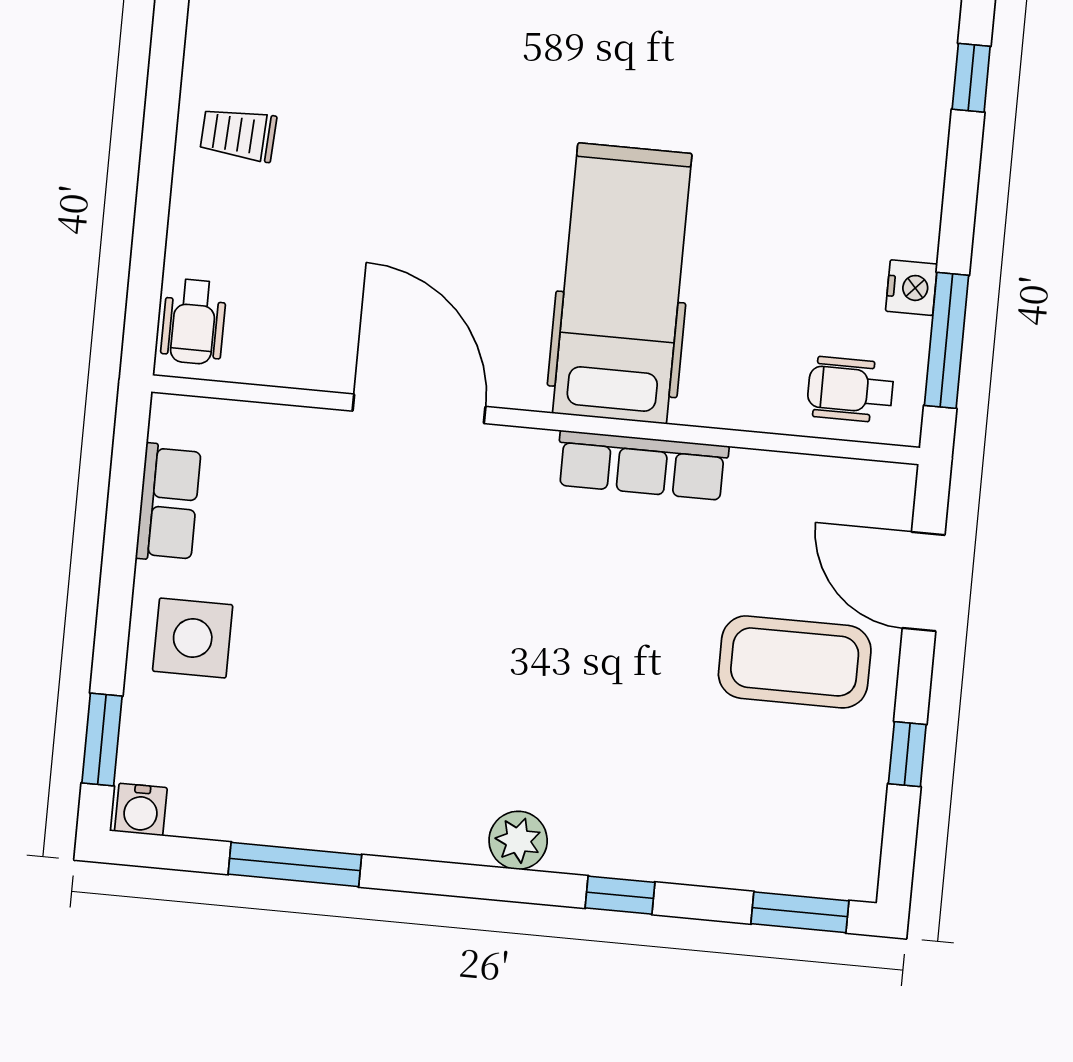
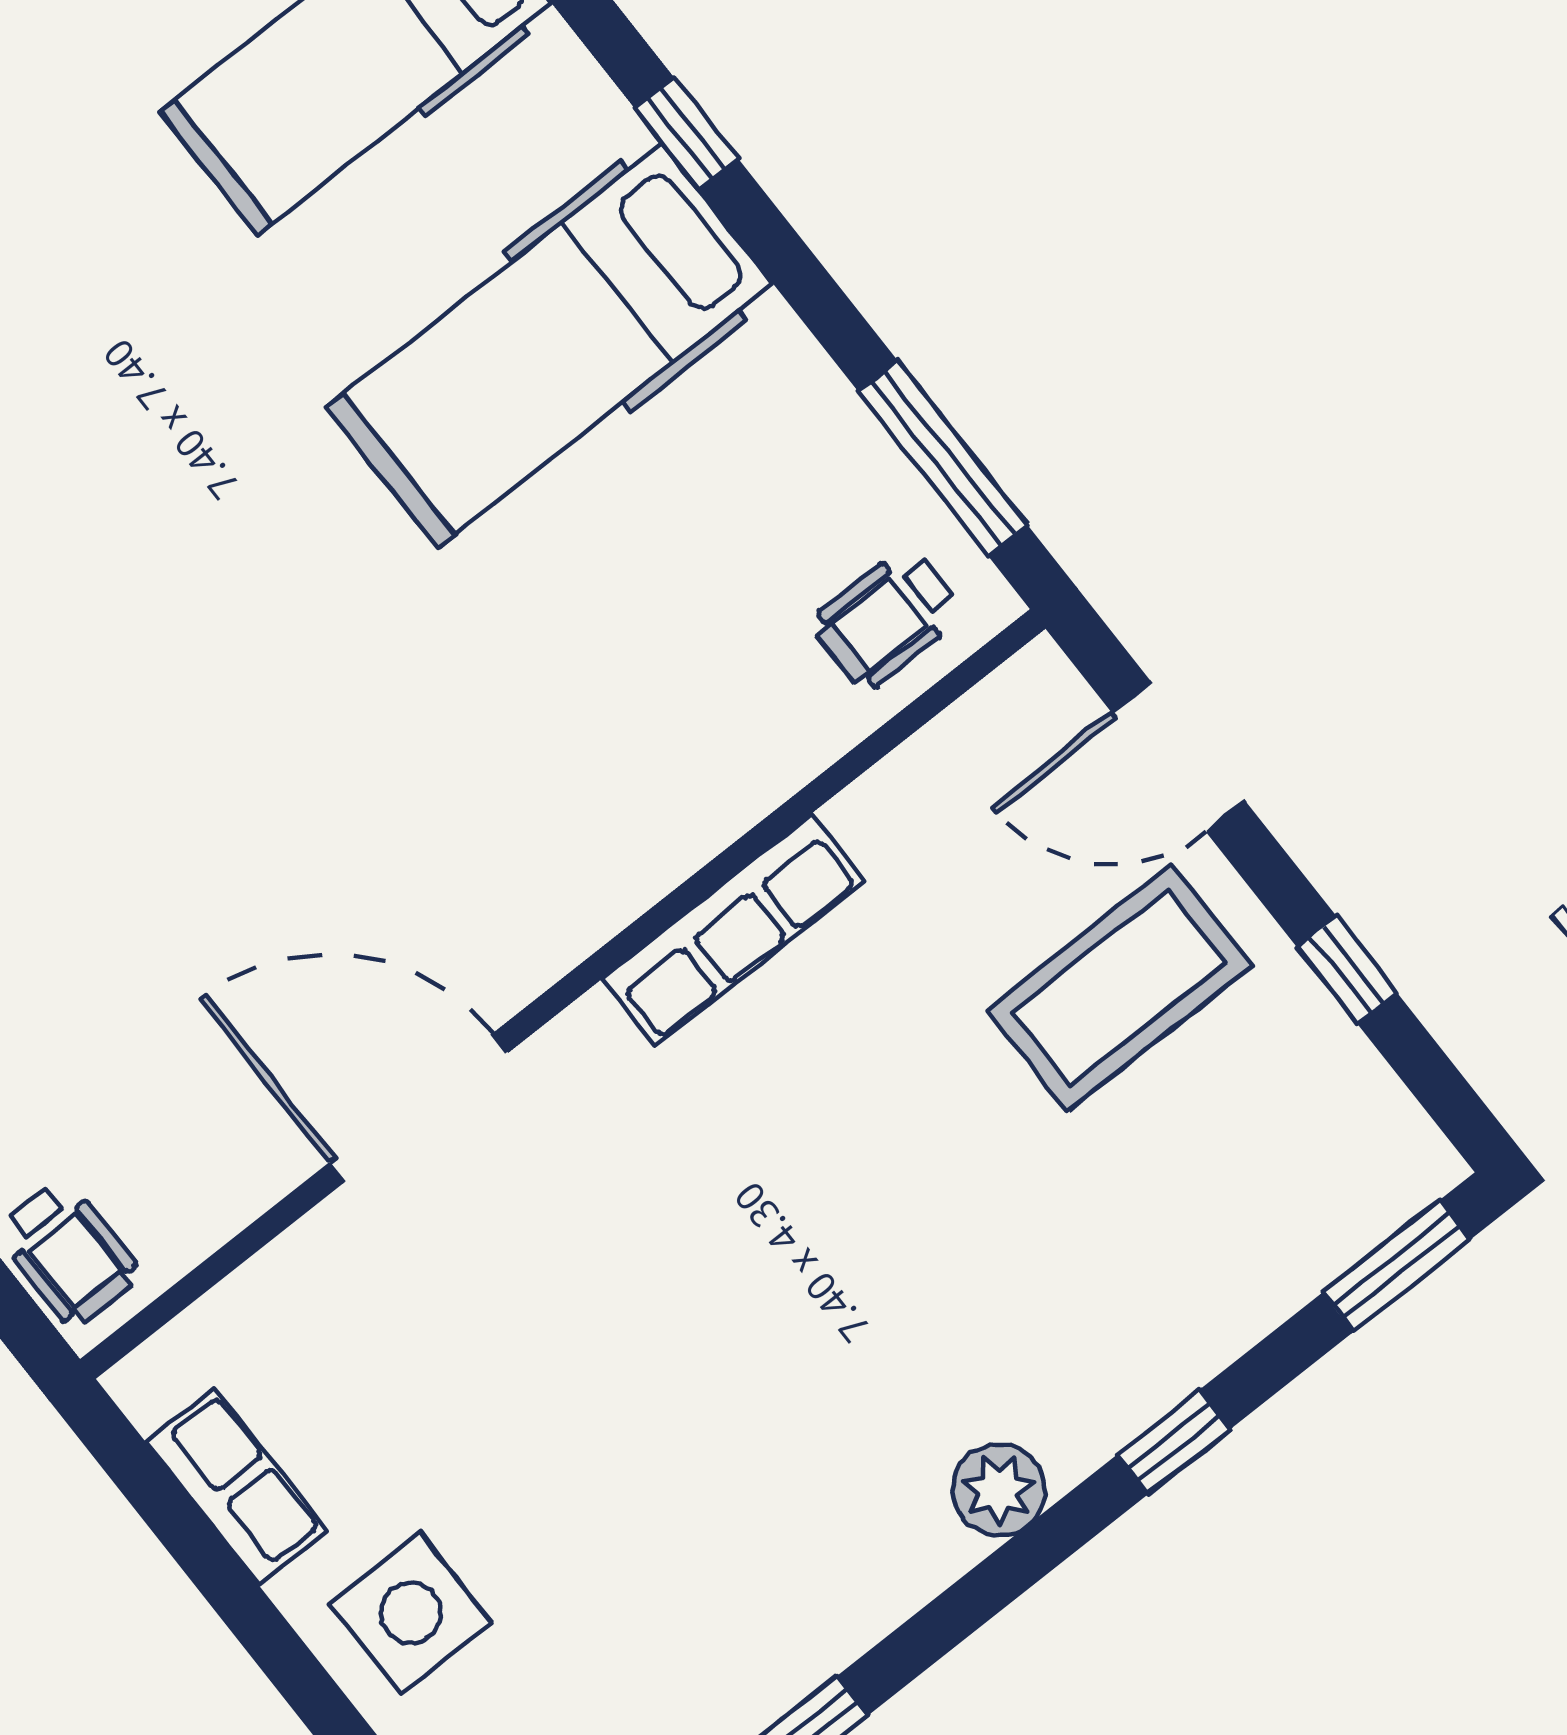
hospital bed: (622, 283) -> (550, 345), moved, turned -90
nightstand: (911, 288) -> (846, 436), removed

